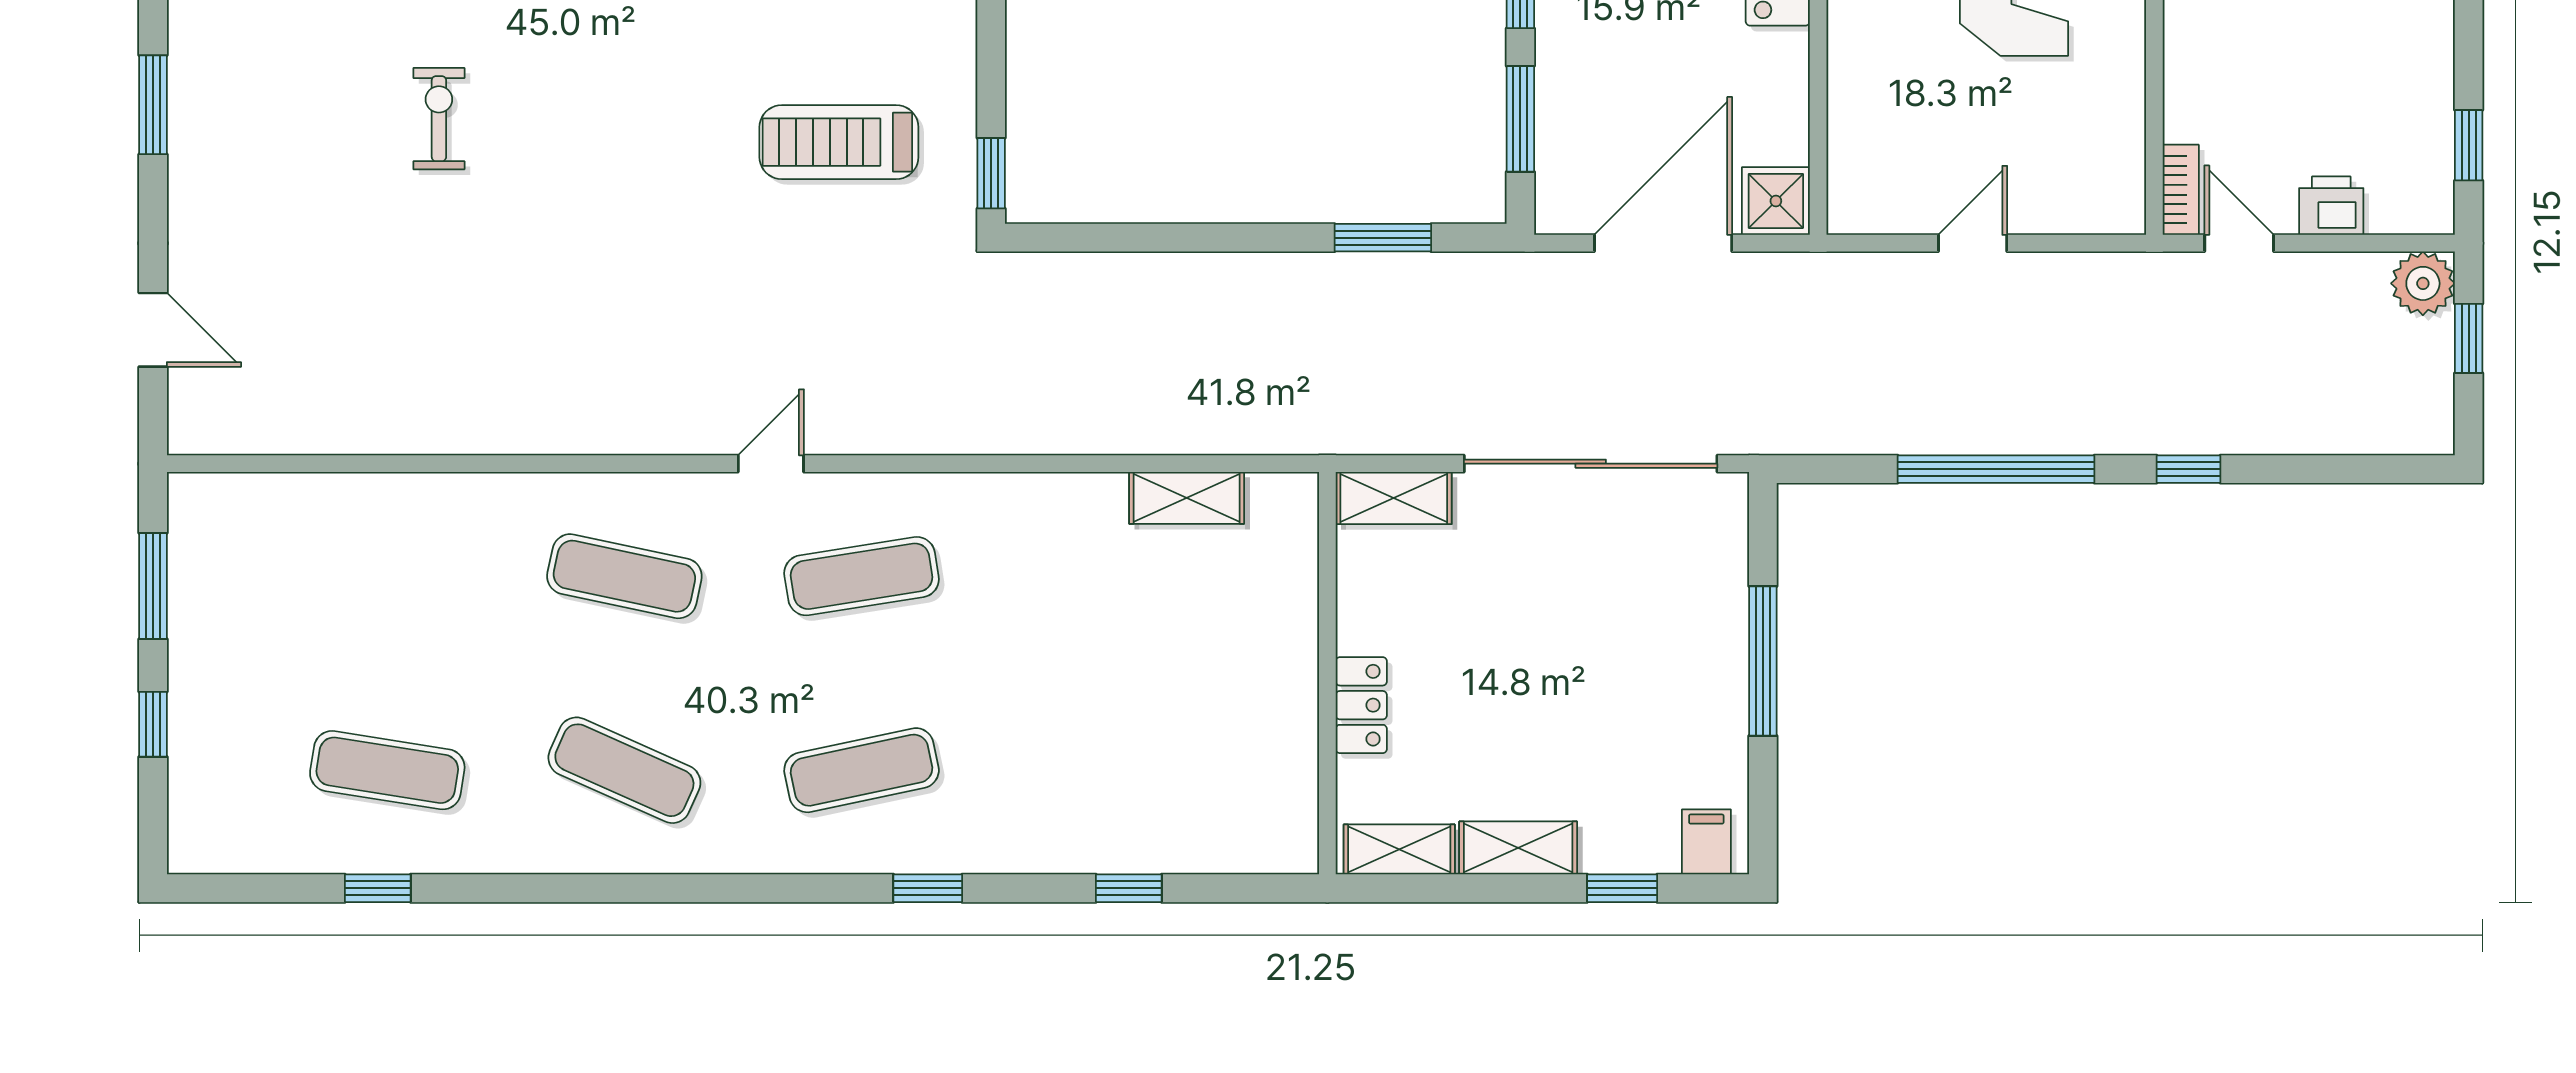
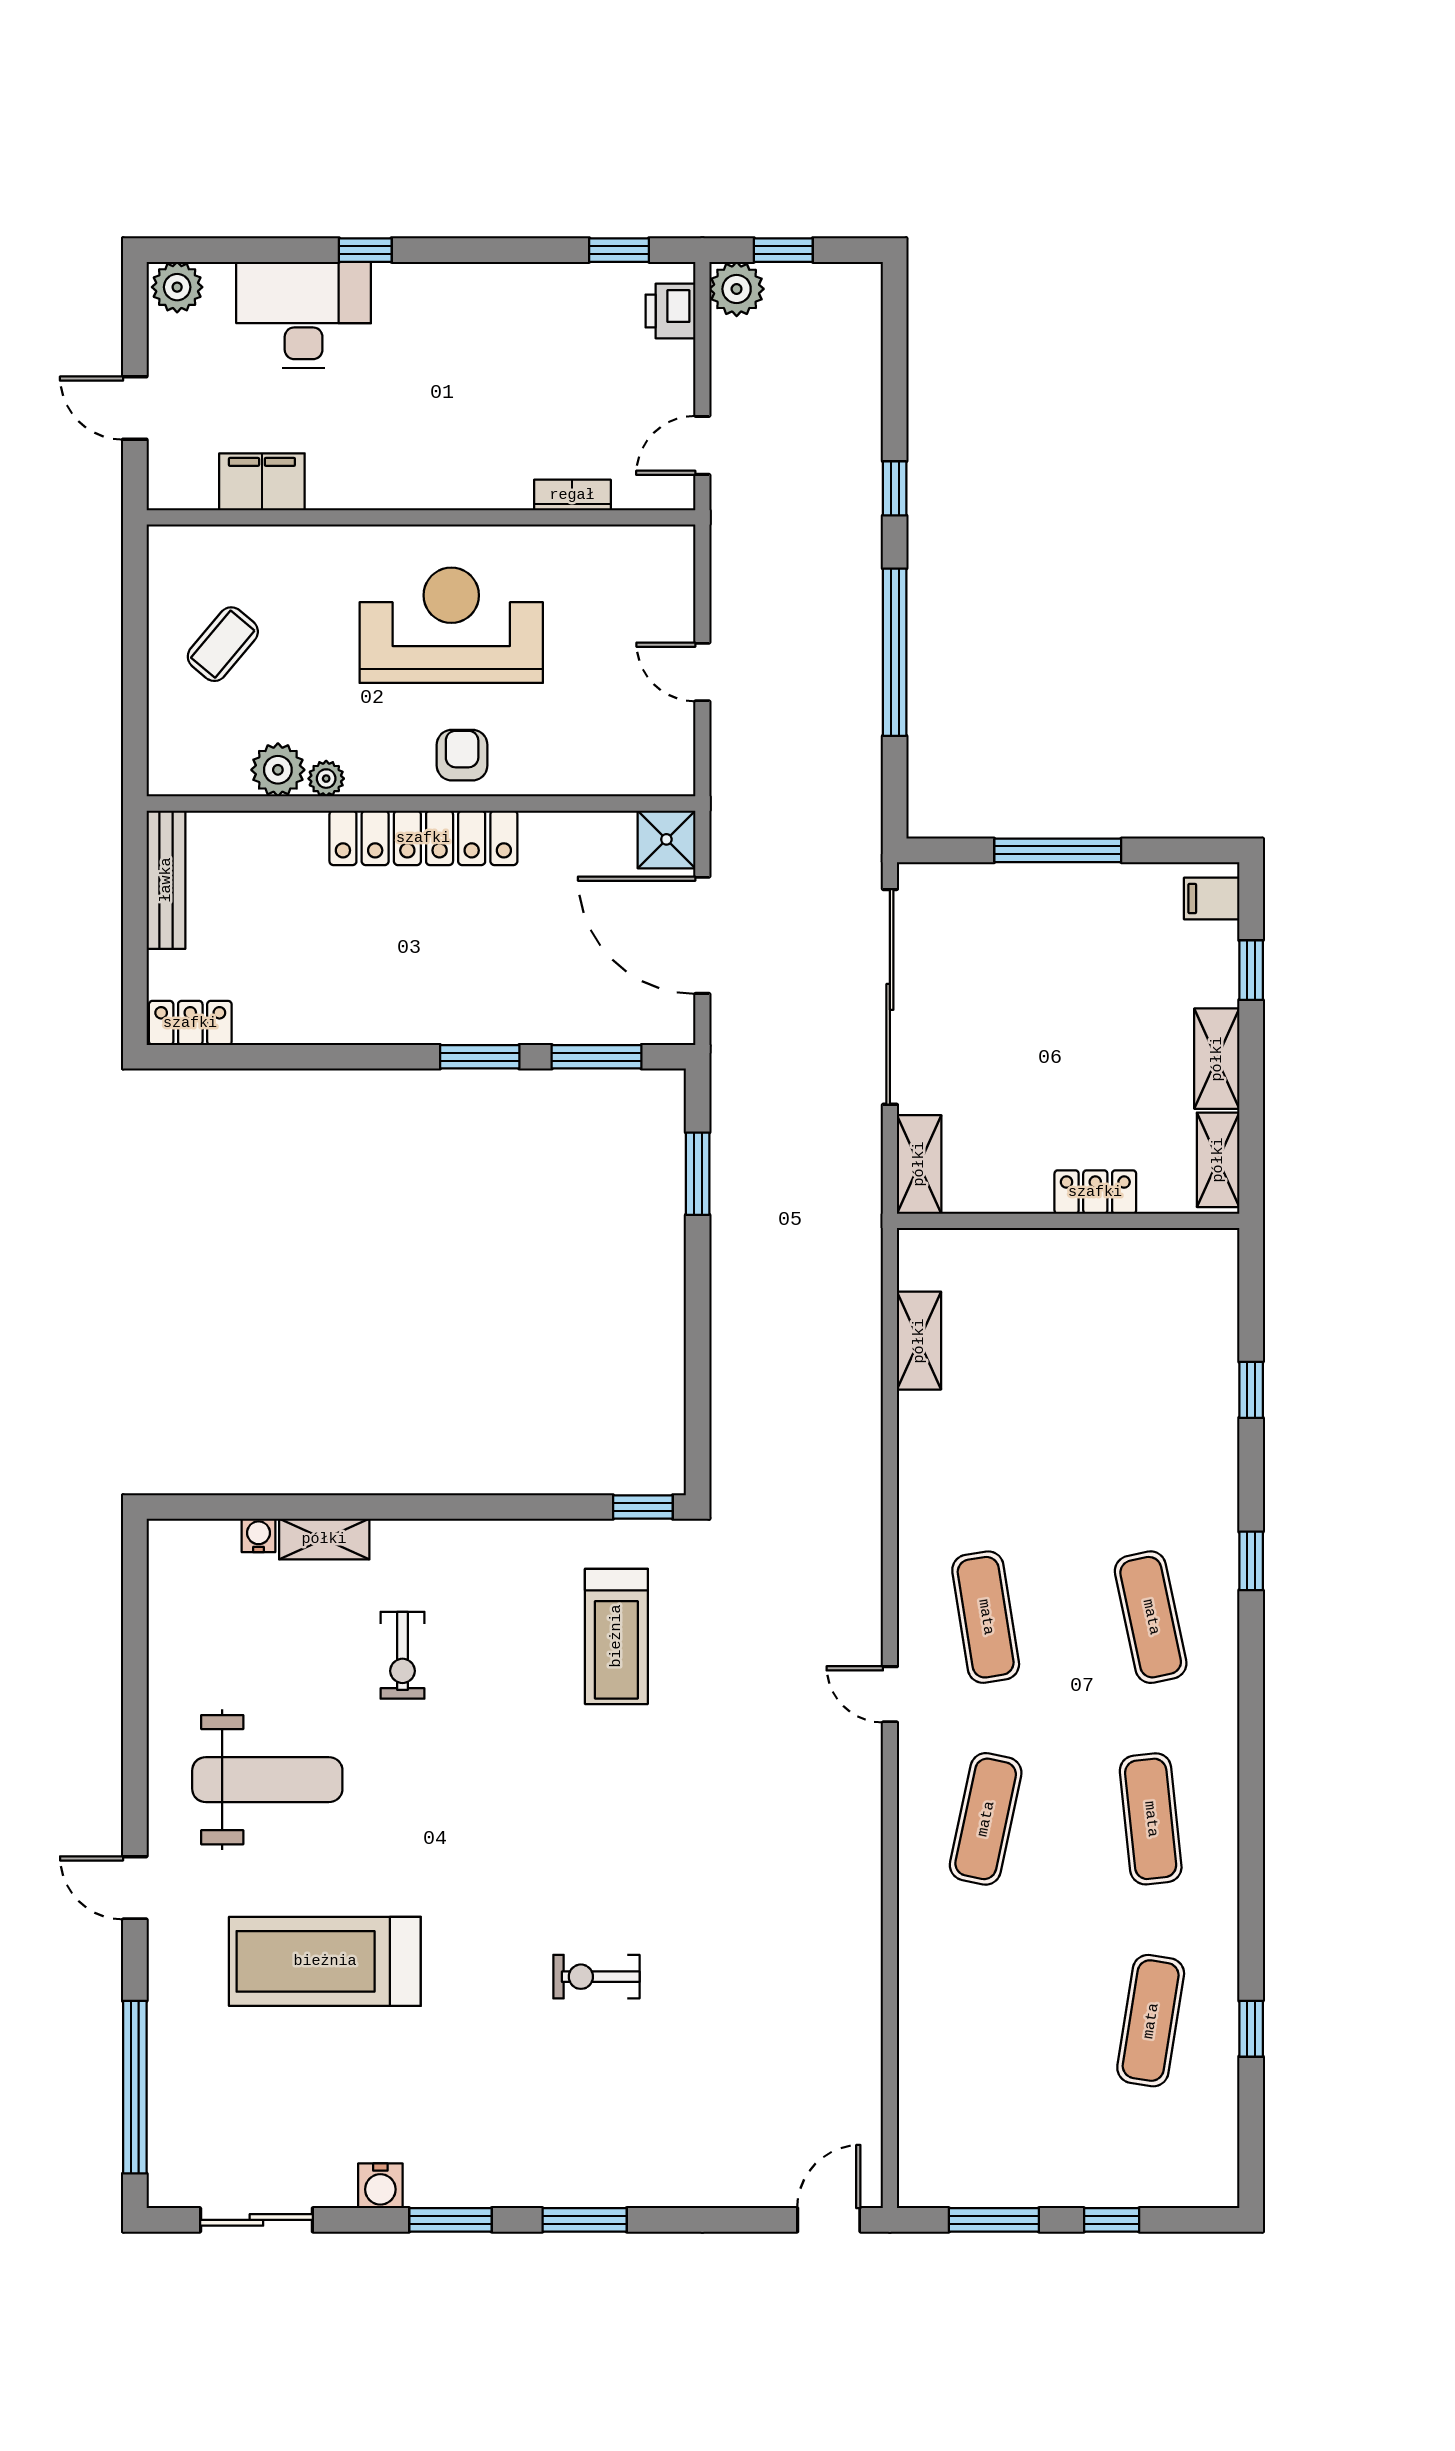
bookcase: (2181, 190) -> (572, 495), moved
printer: (2331, 206) -> (670, 311), moved
door: (153, 330) -> (829, 2220), moved
exercise mat: (624, 770) -> (1151, 1819), turned -30

